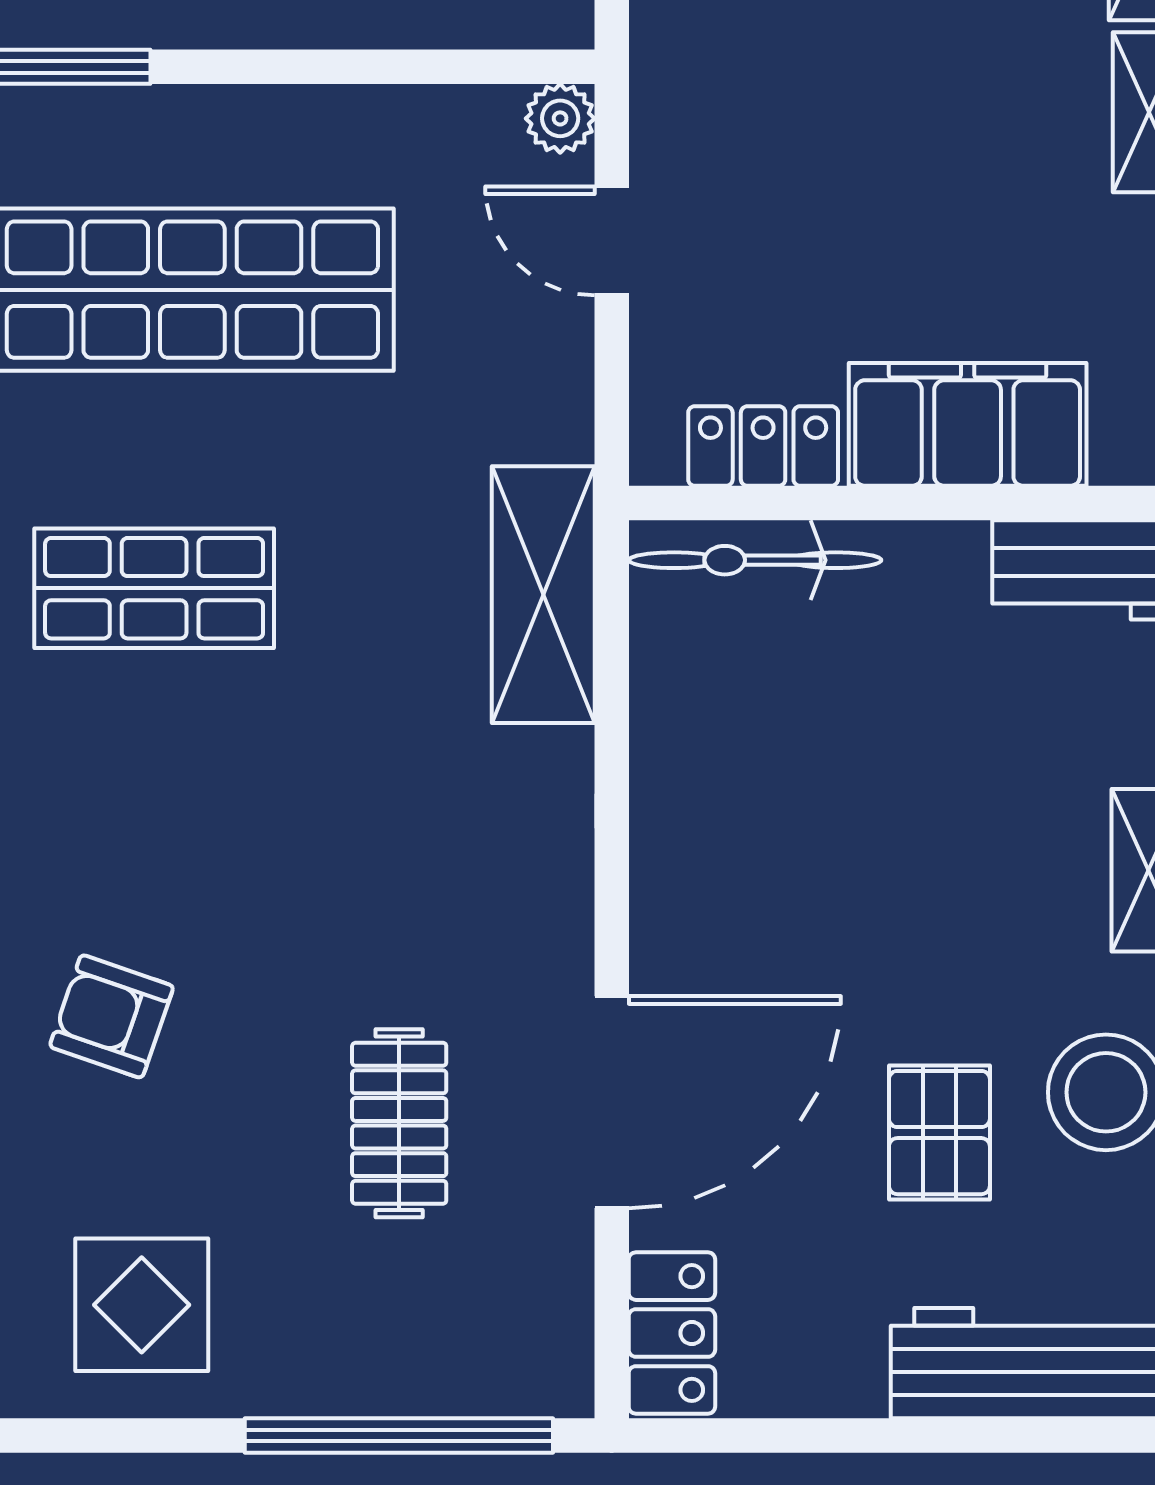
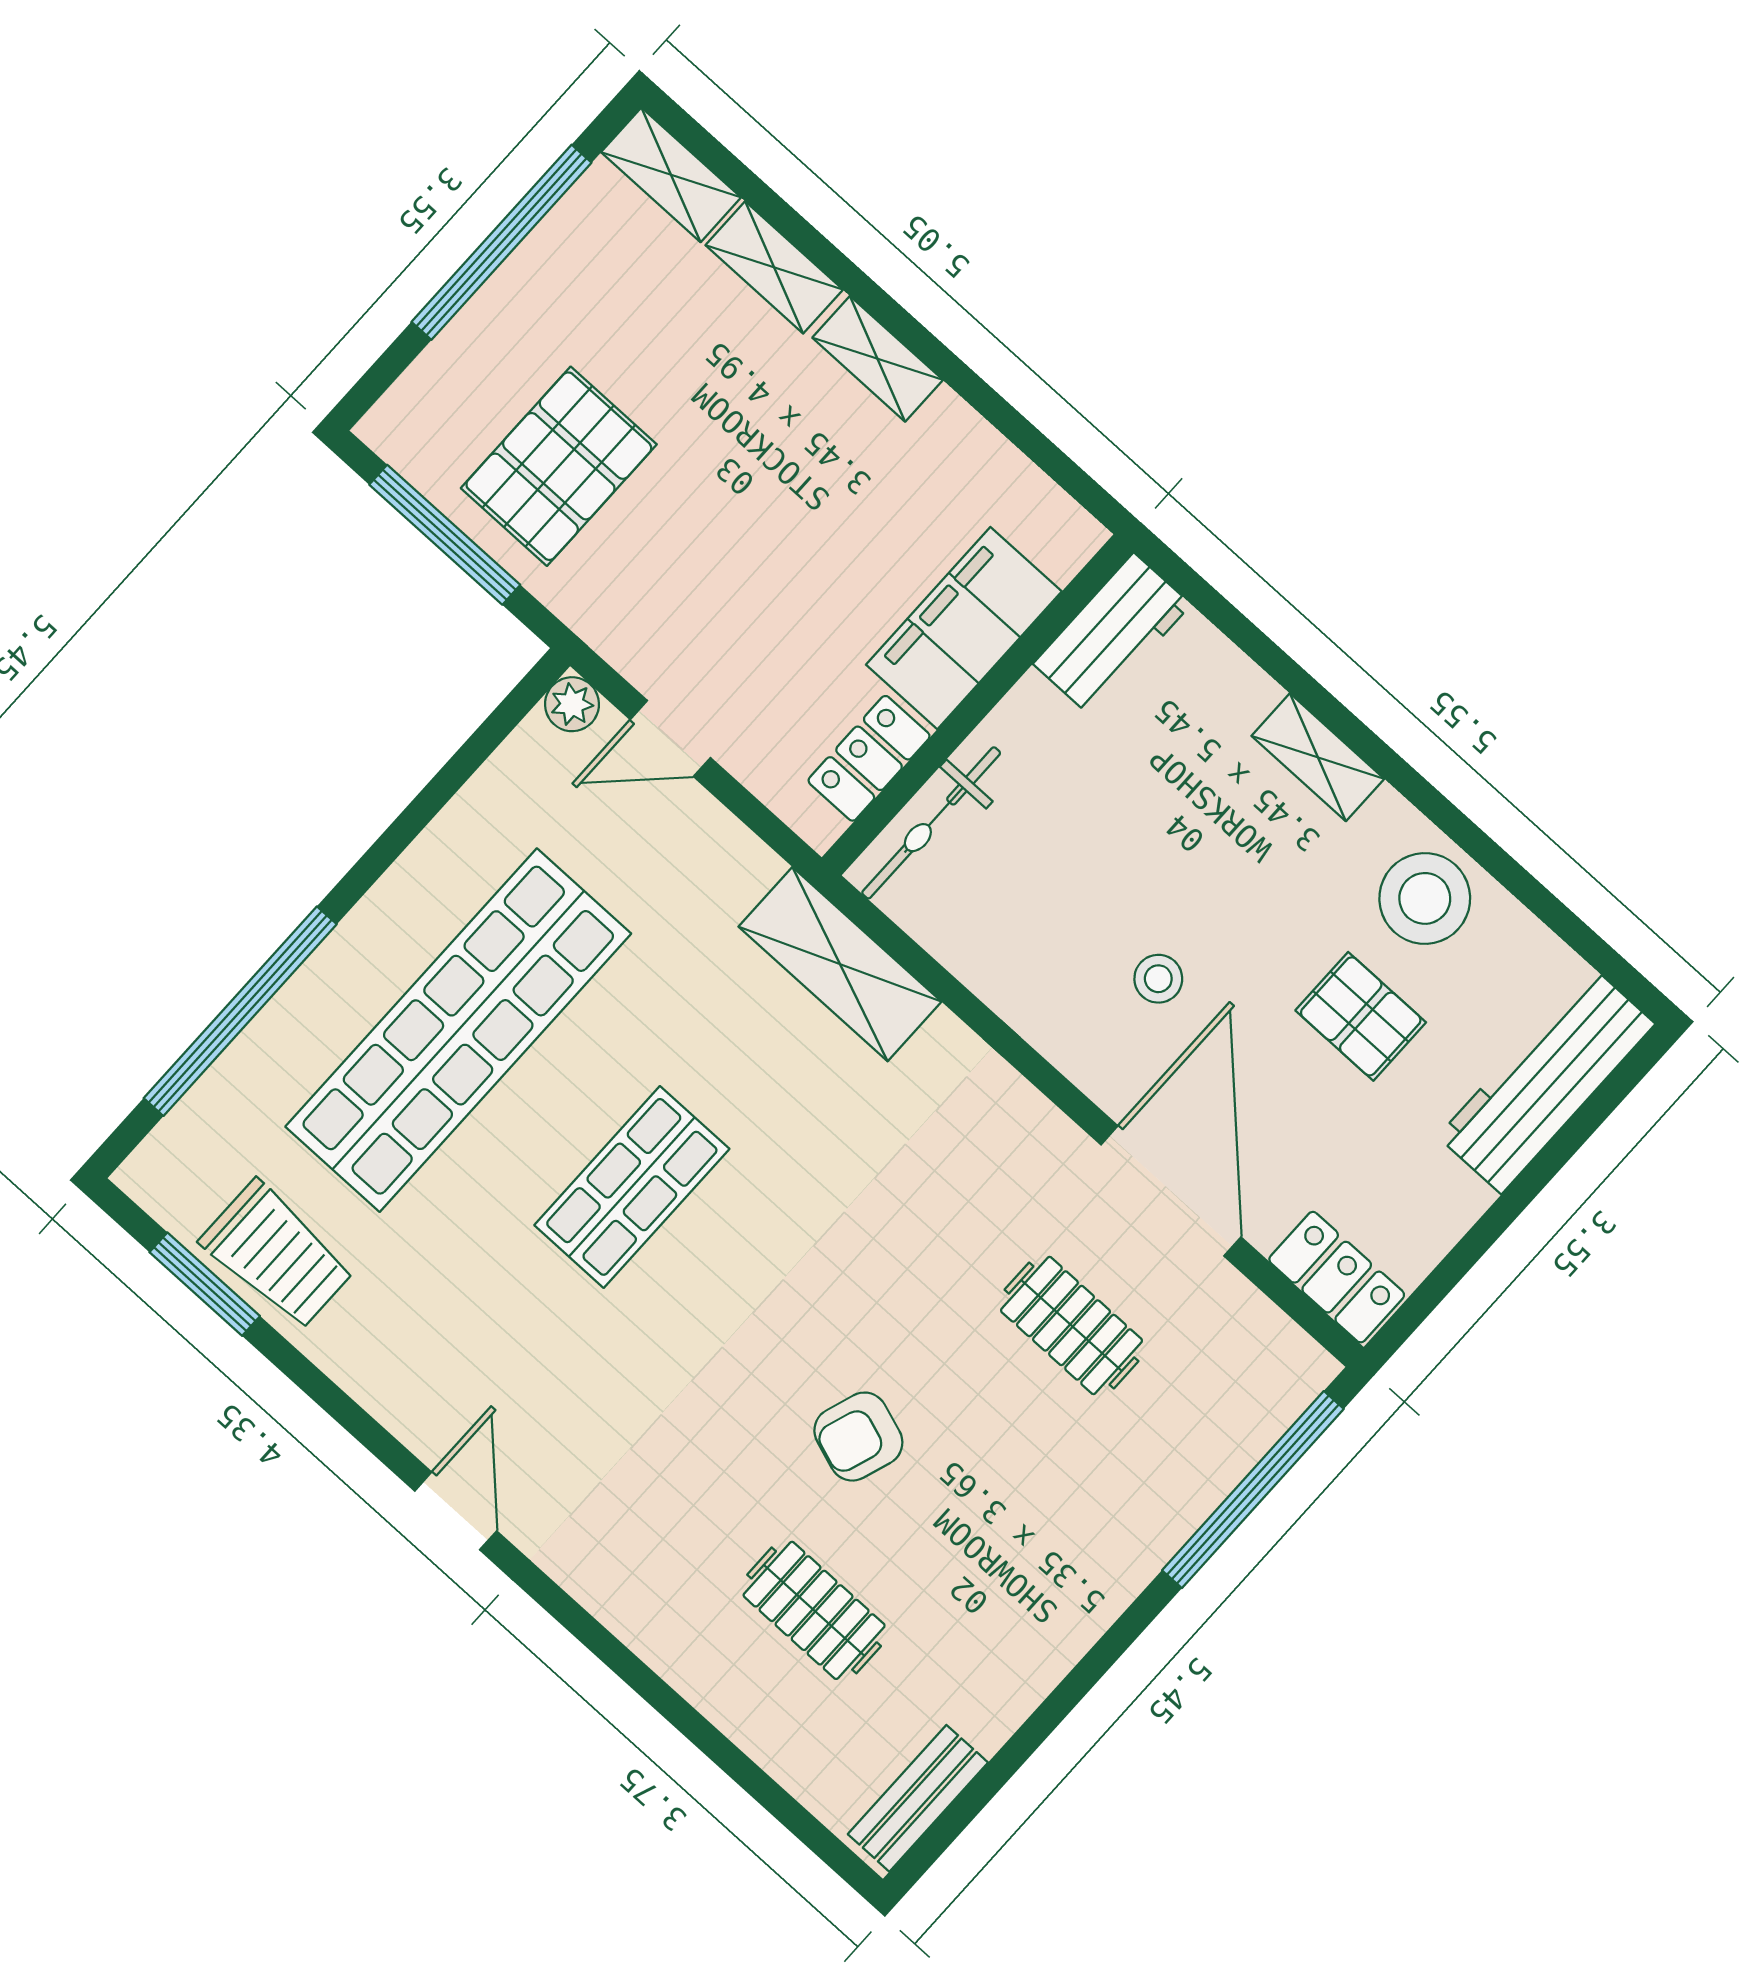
stool: (802, 909) -> (1158, 979), added
display table: (142, 1305) -> (1042, 1571), removed

